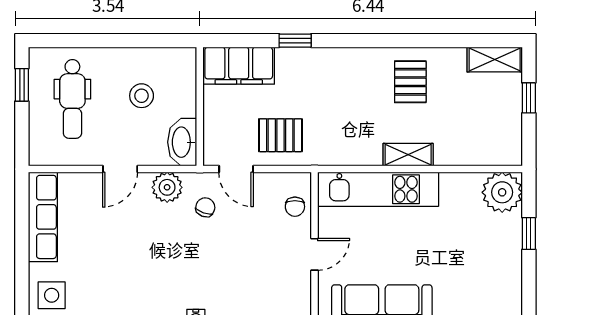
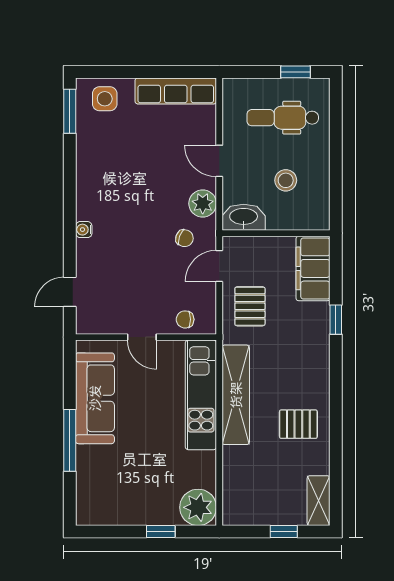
shelving: (408, 155) -> (236, 395), width x2.20, depth x1.33

